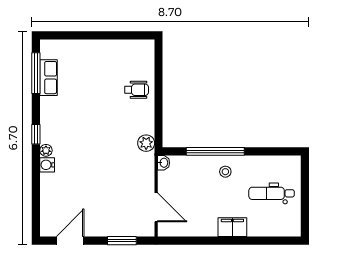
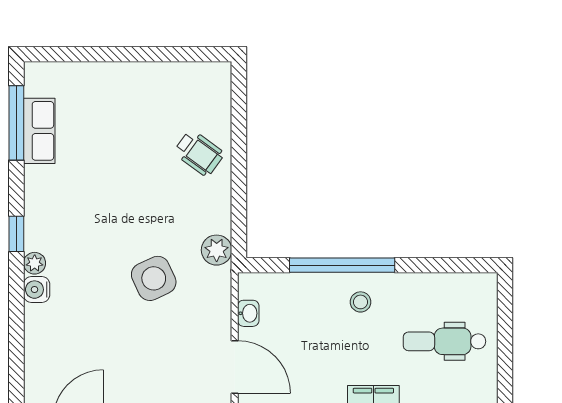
wheelchair: (136, 90) -> (199, 153), turned 36
side table: (112, 159) -> (154, 278), added
washbasin: (164, 163) -> (248, 313), moved

